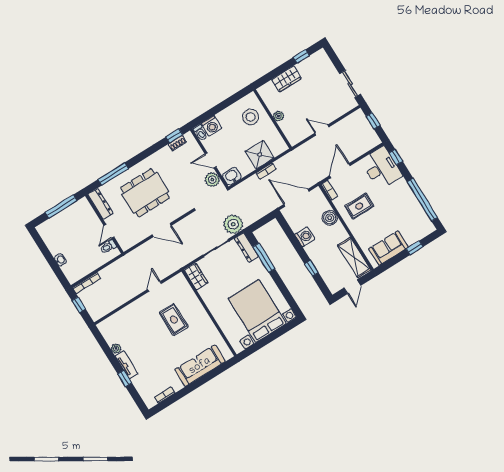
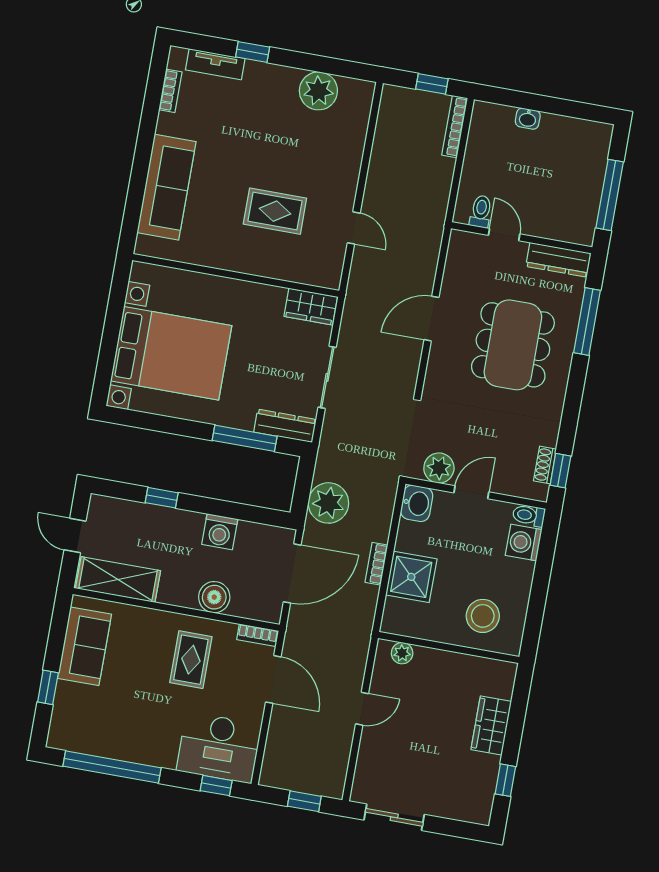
plant: (279, 116) -> (402, 653), moved
plant: (233, 224) -> (328, 503), moved
plant: (116, 349) -> (318, 91), width x1.88, depth x1.88
tv unit: (127, 365) -> (215, 64), moved

